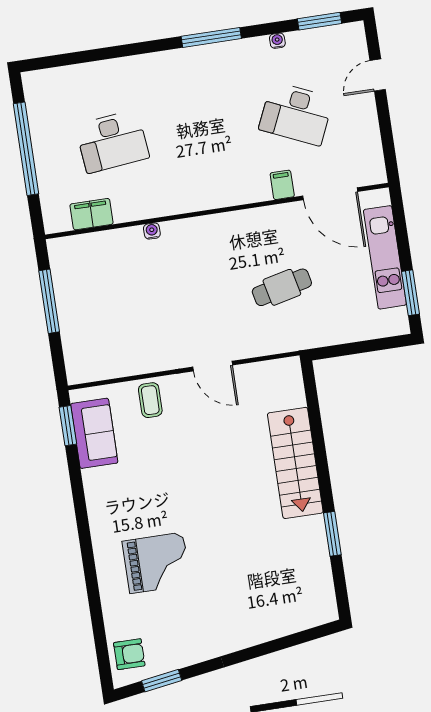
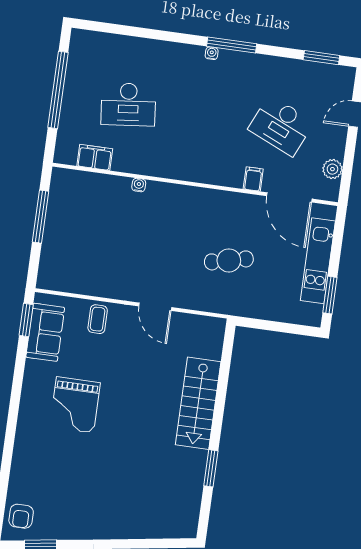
water cooler: (277, 41) -> (212, 53), moved
plant: (370, 146) -> (332, 169), added
grand piano: (156, 563) -> (75, 405), moved, turned 90
armchair: (129, 654) -> (21, 516), turned 90

